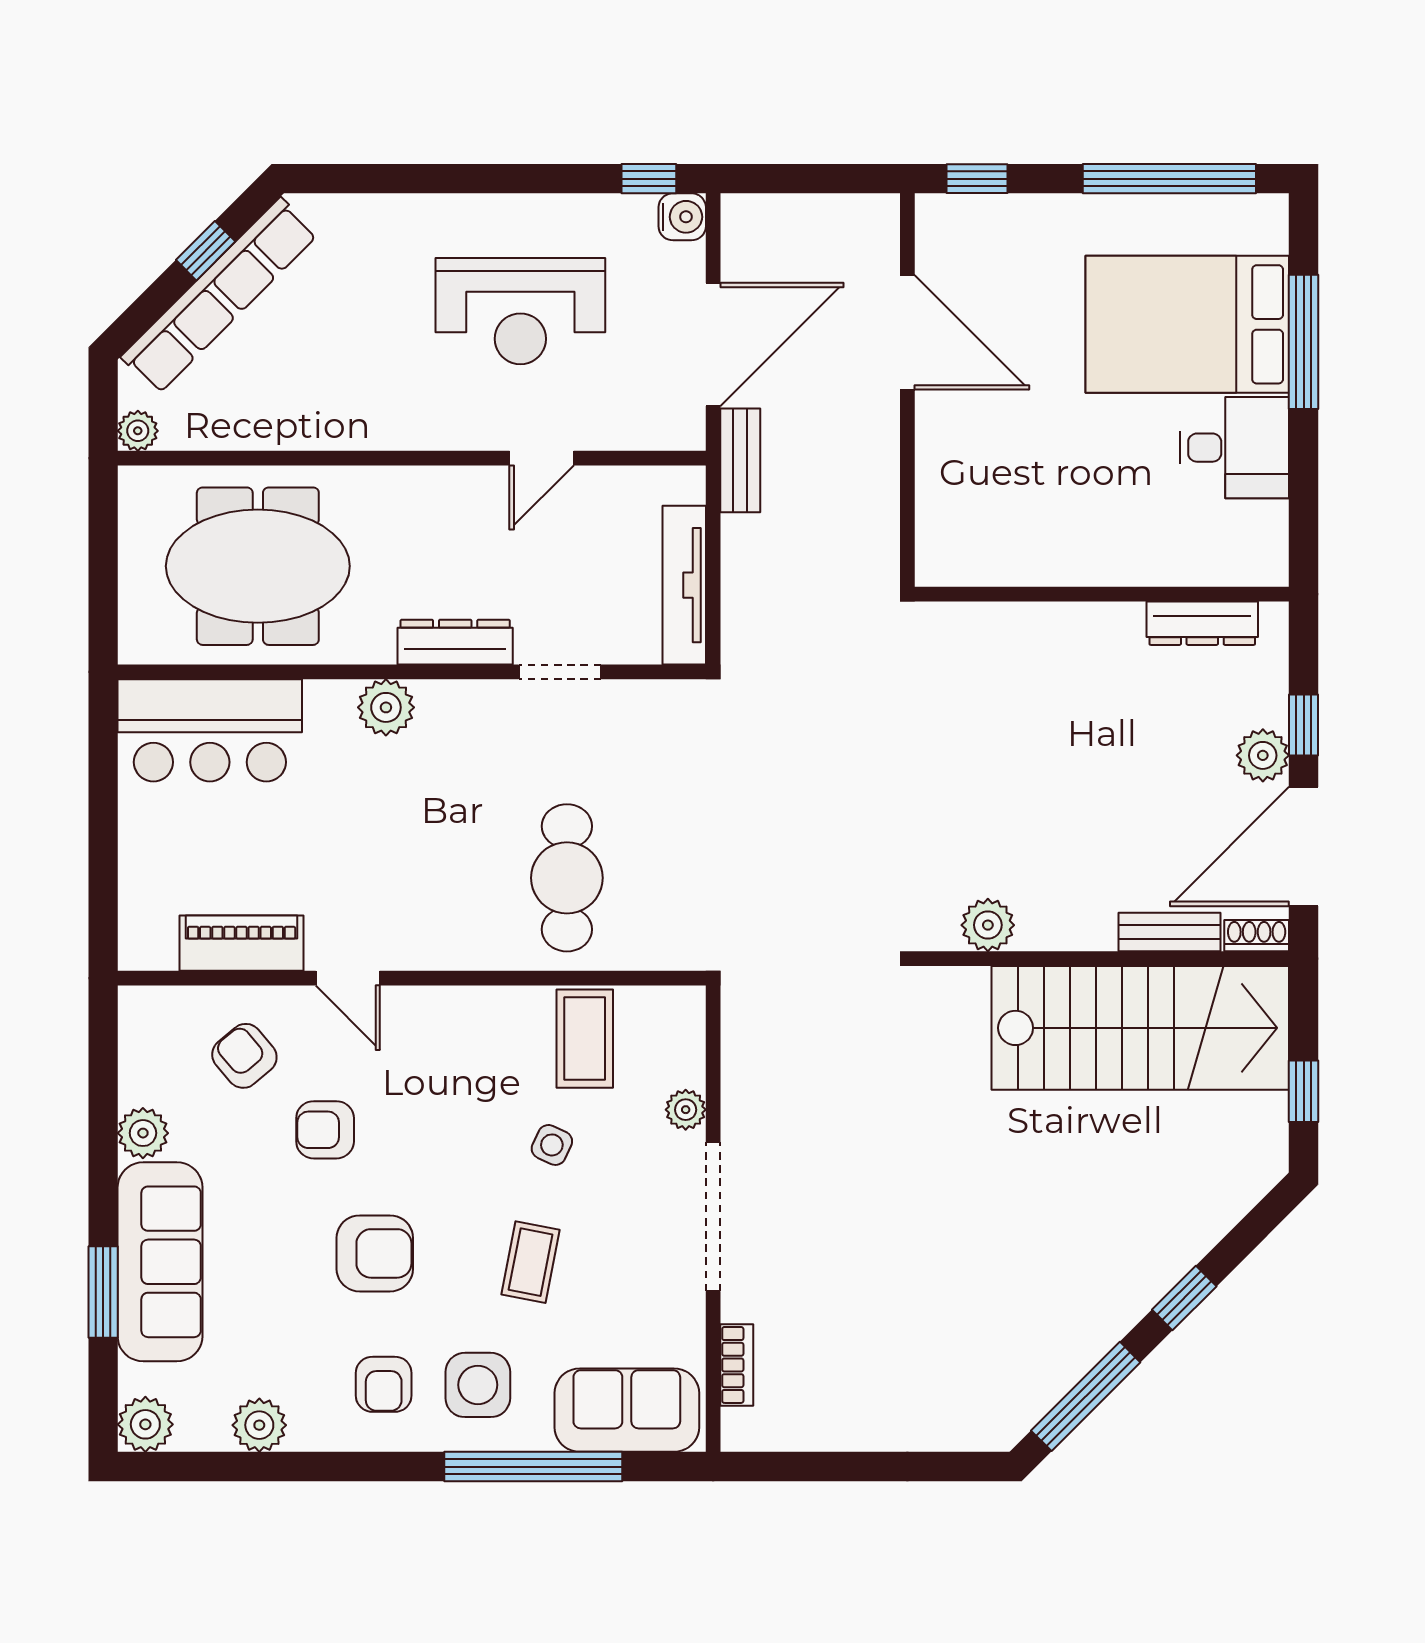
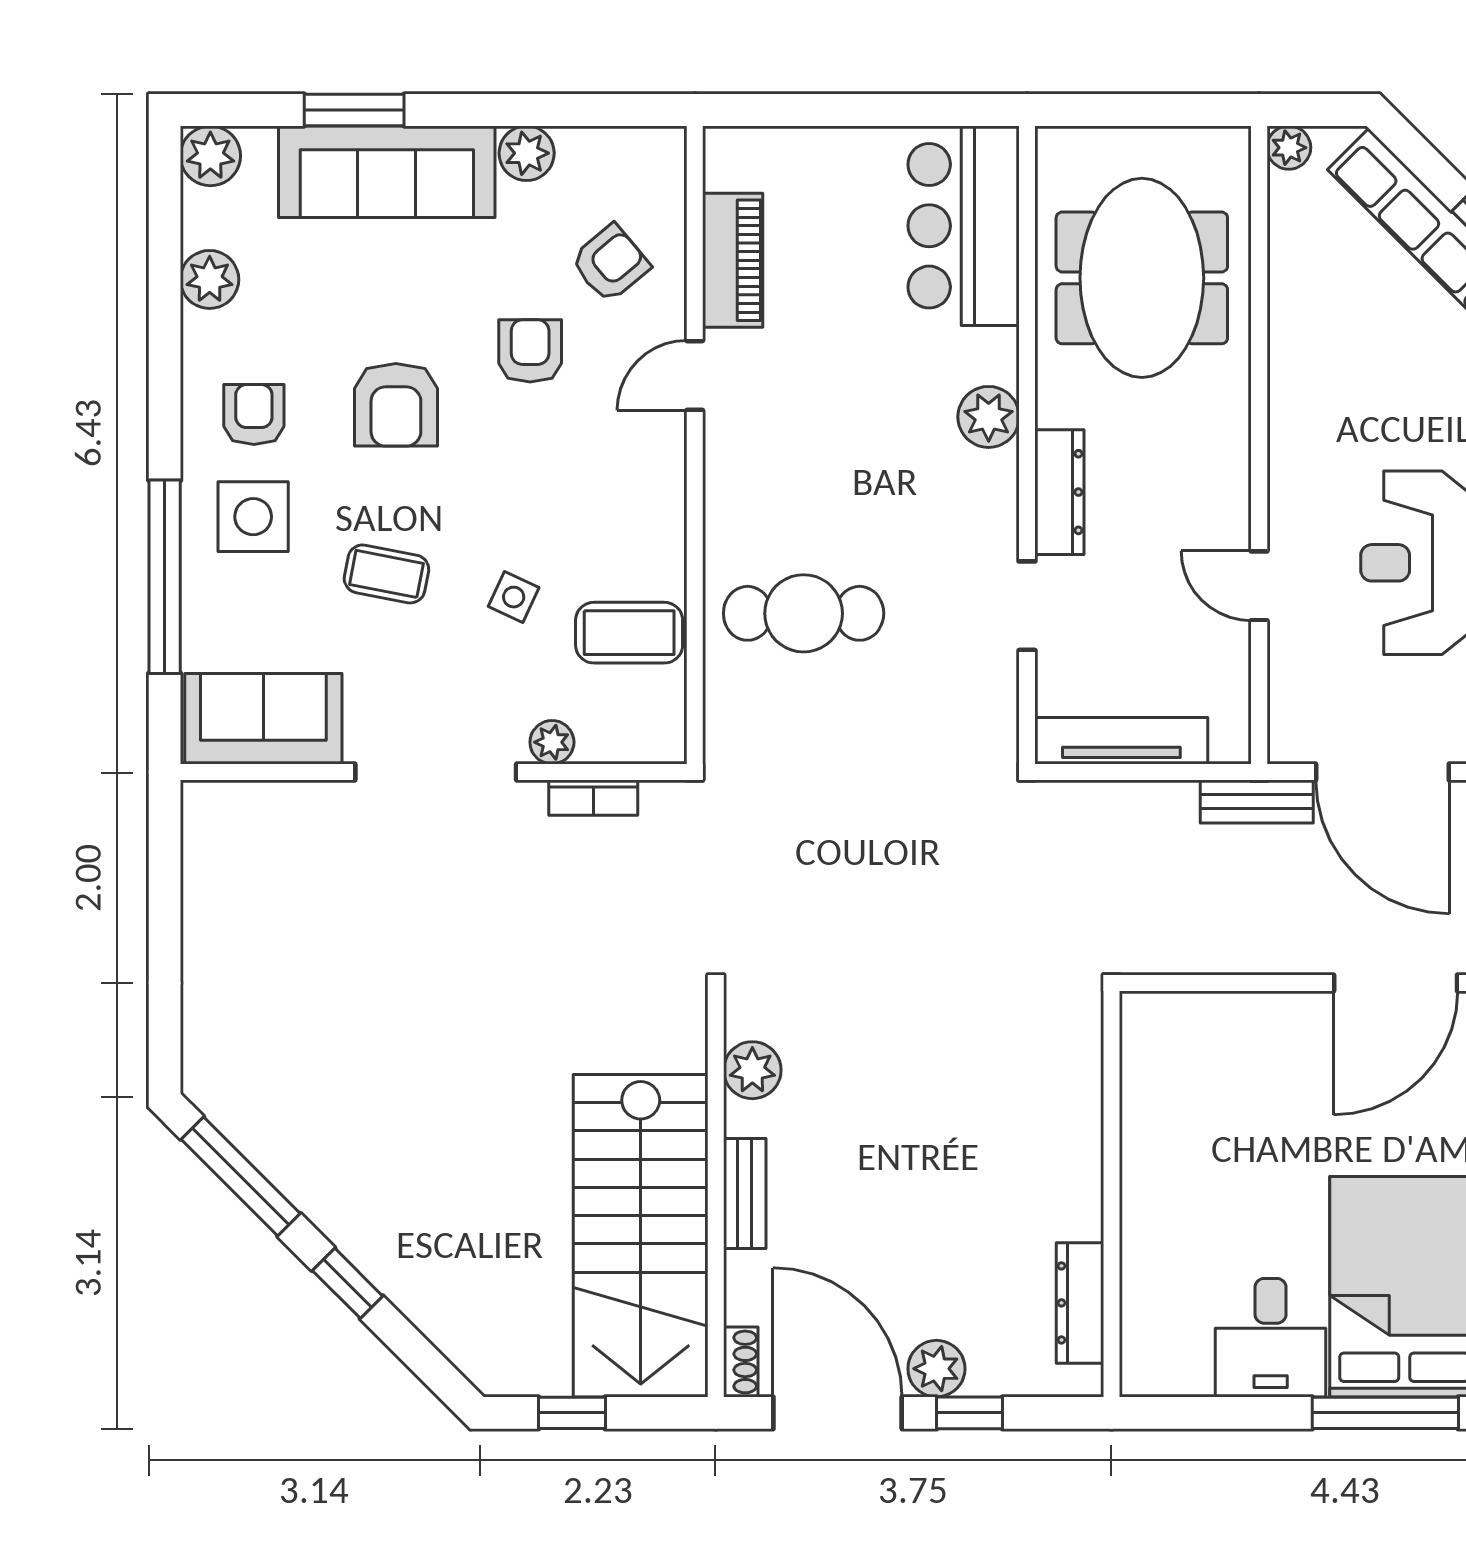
bench: (1170, 932) -> (745, 1194), moved
bookcase: (737, 1365) -> (593, 798), moved
armchair: (384, 1384) -> (254, 414), turned 90
sofa: (627, 1410) -> (263, 719), moved, turned -90

